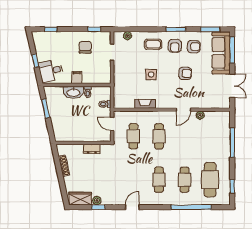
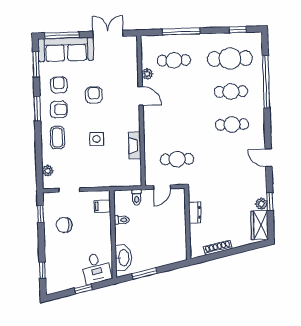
filing cabinet: (77, 77) -> (102, 206), moved
washbasin: (73, 92) -> (123, 258), moved
cafe table: (159, 136) -> (174, 60), moved

